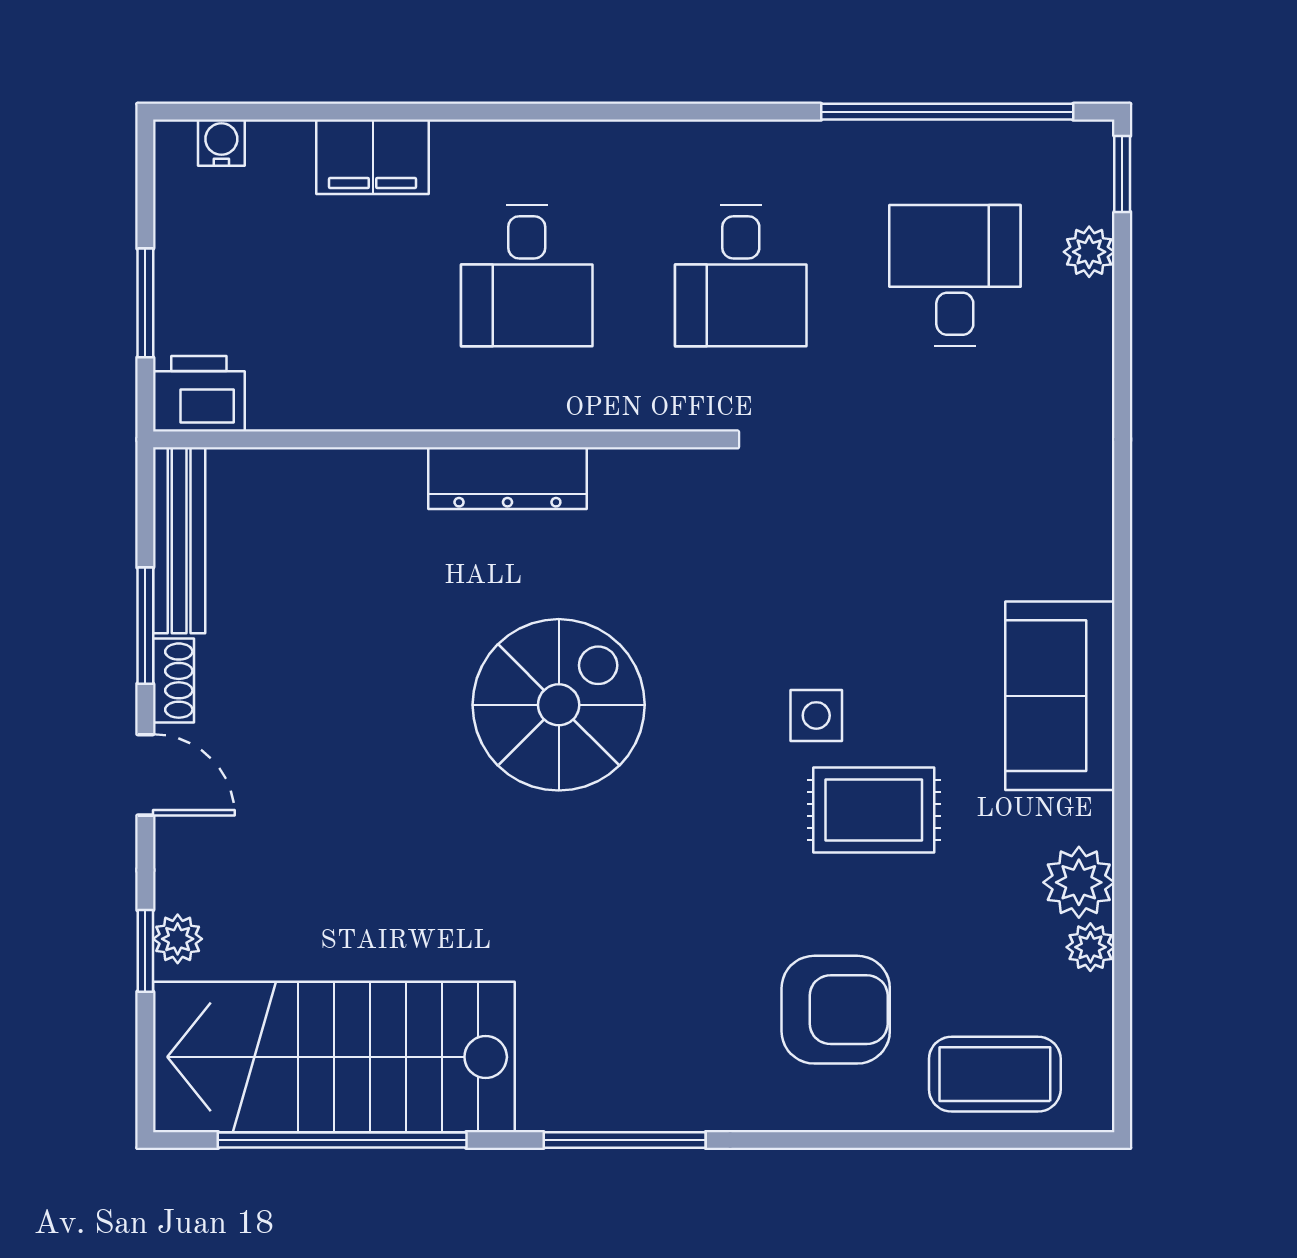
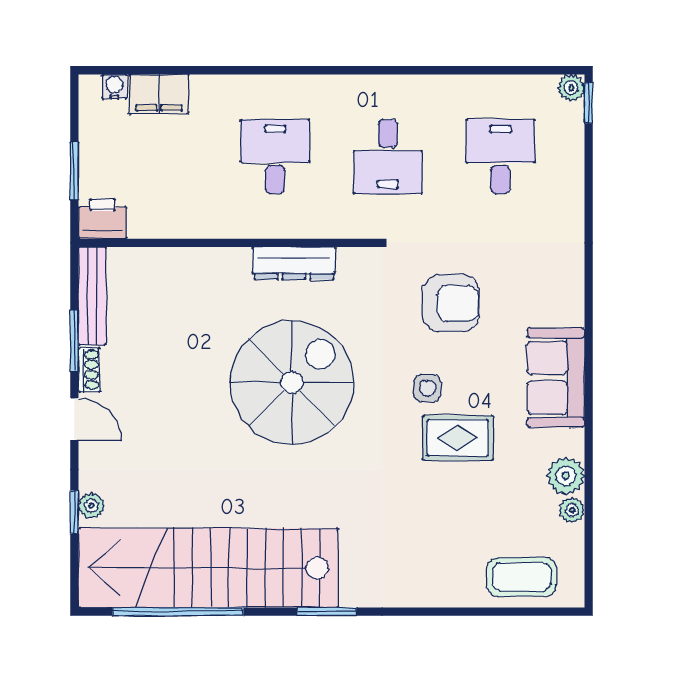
window: (947, 112) -> (496, 70), removed
filing cabinet: (373, 157) -> (159, 94), moved
plant: (1089, 252) -> (571, 88), moved
desk: (527, 276) -> (275, 157), turned 180
dresser: (507, 478) -> (294, 263), moved
spiral stairs: (559, 705) -> (292, 383), width x1.37, depth x1.37
armchair: (836, 1010) -> (451, 303), moved
stairs: (334, 1057) -> (208, 568), width x1.36
window: (625, 1140) -> (327, 612), width x0.69

